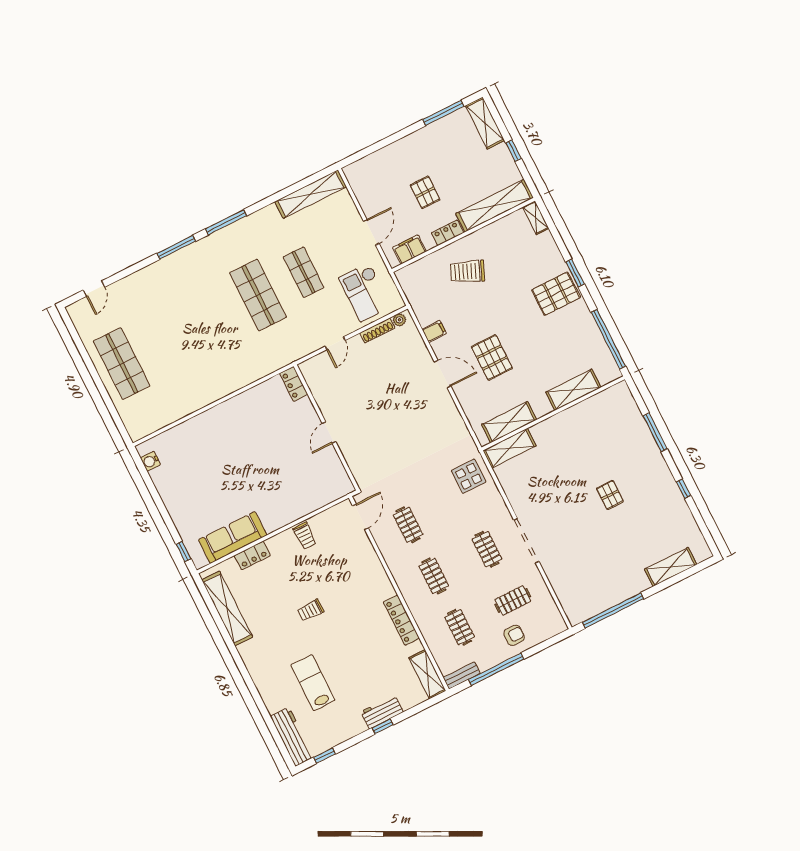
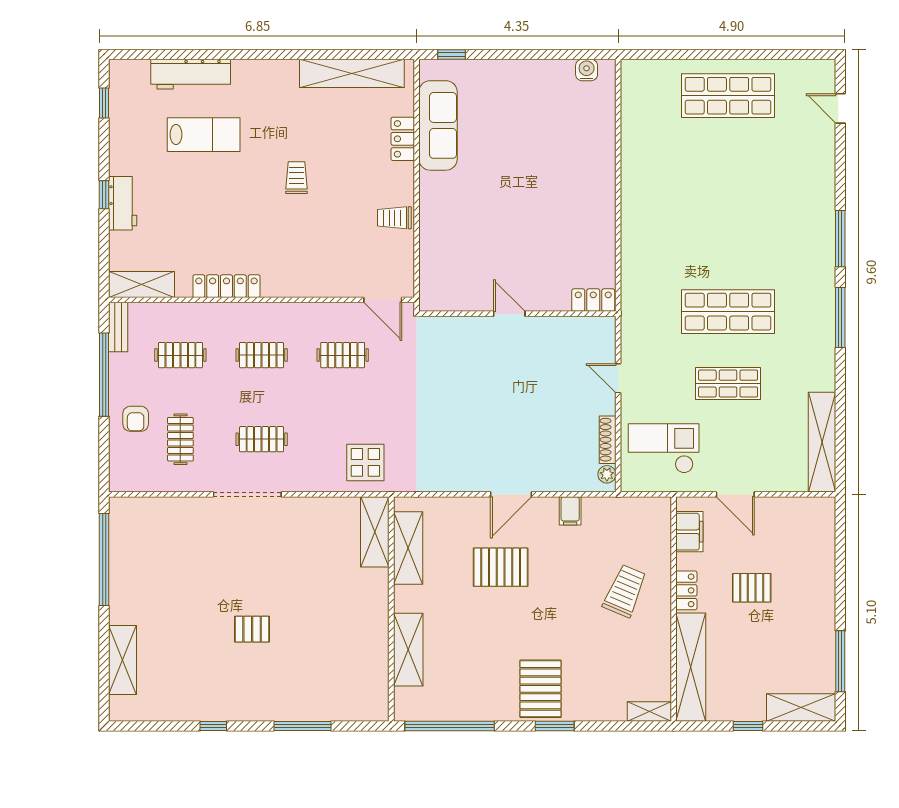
workbench: (292, 737) -> (191, 74), moved

